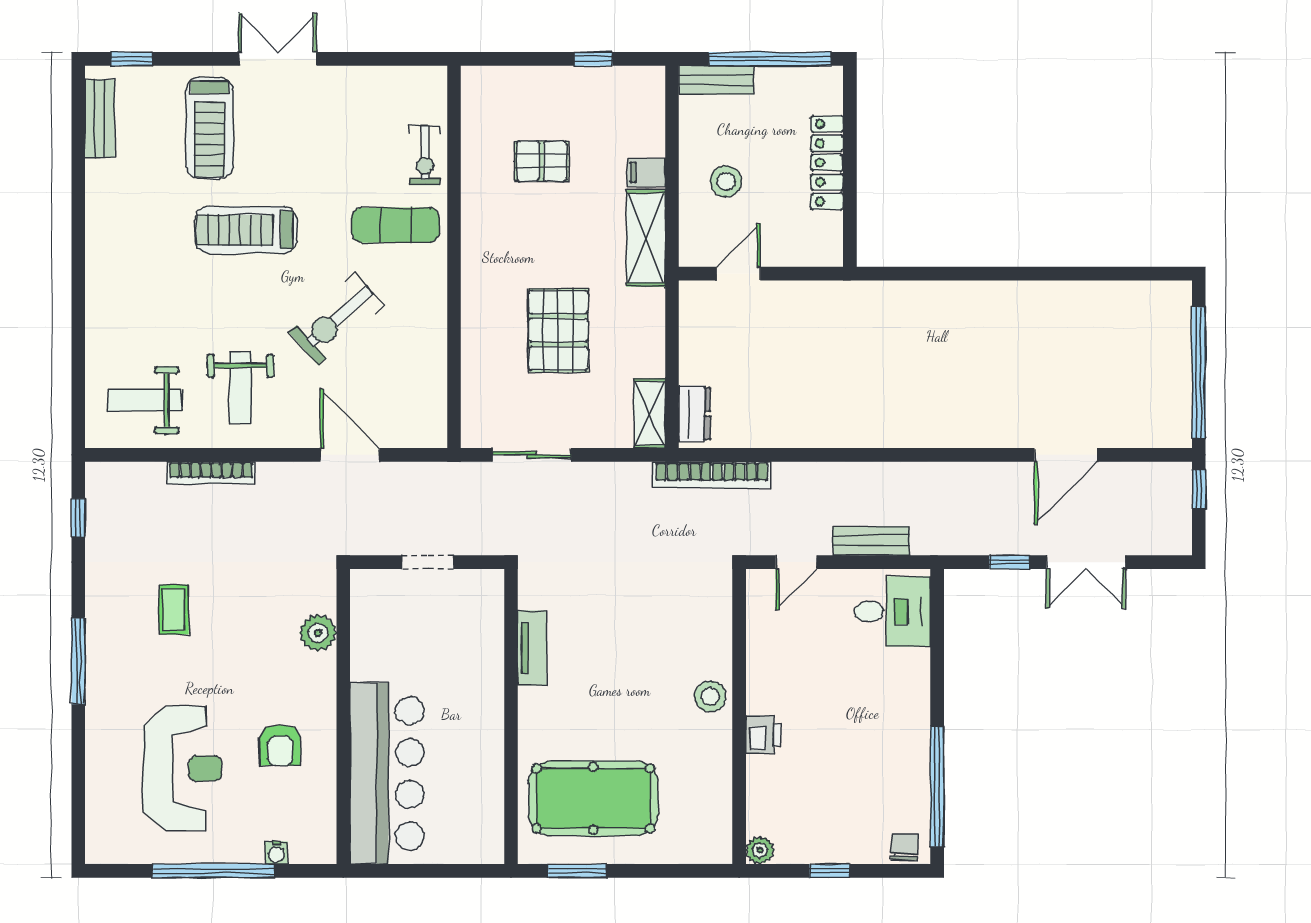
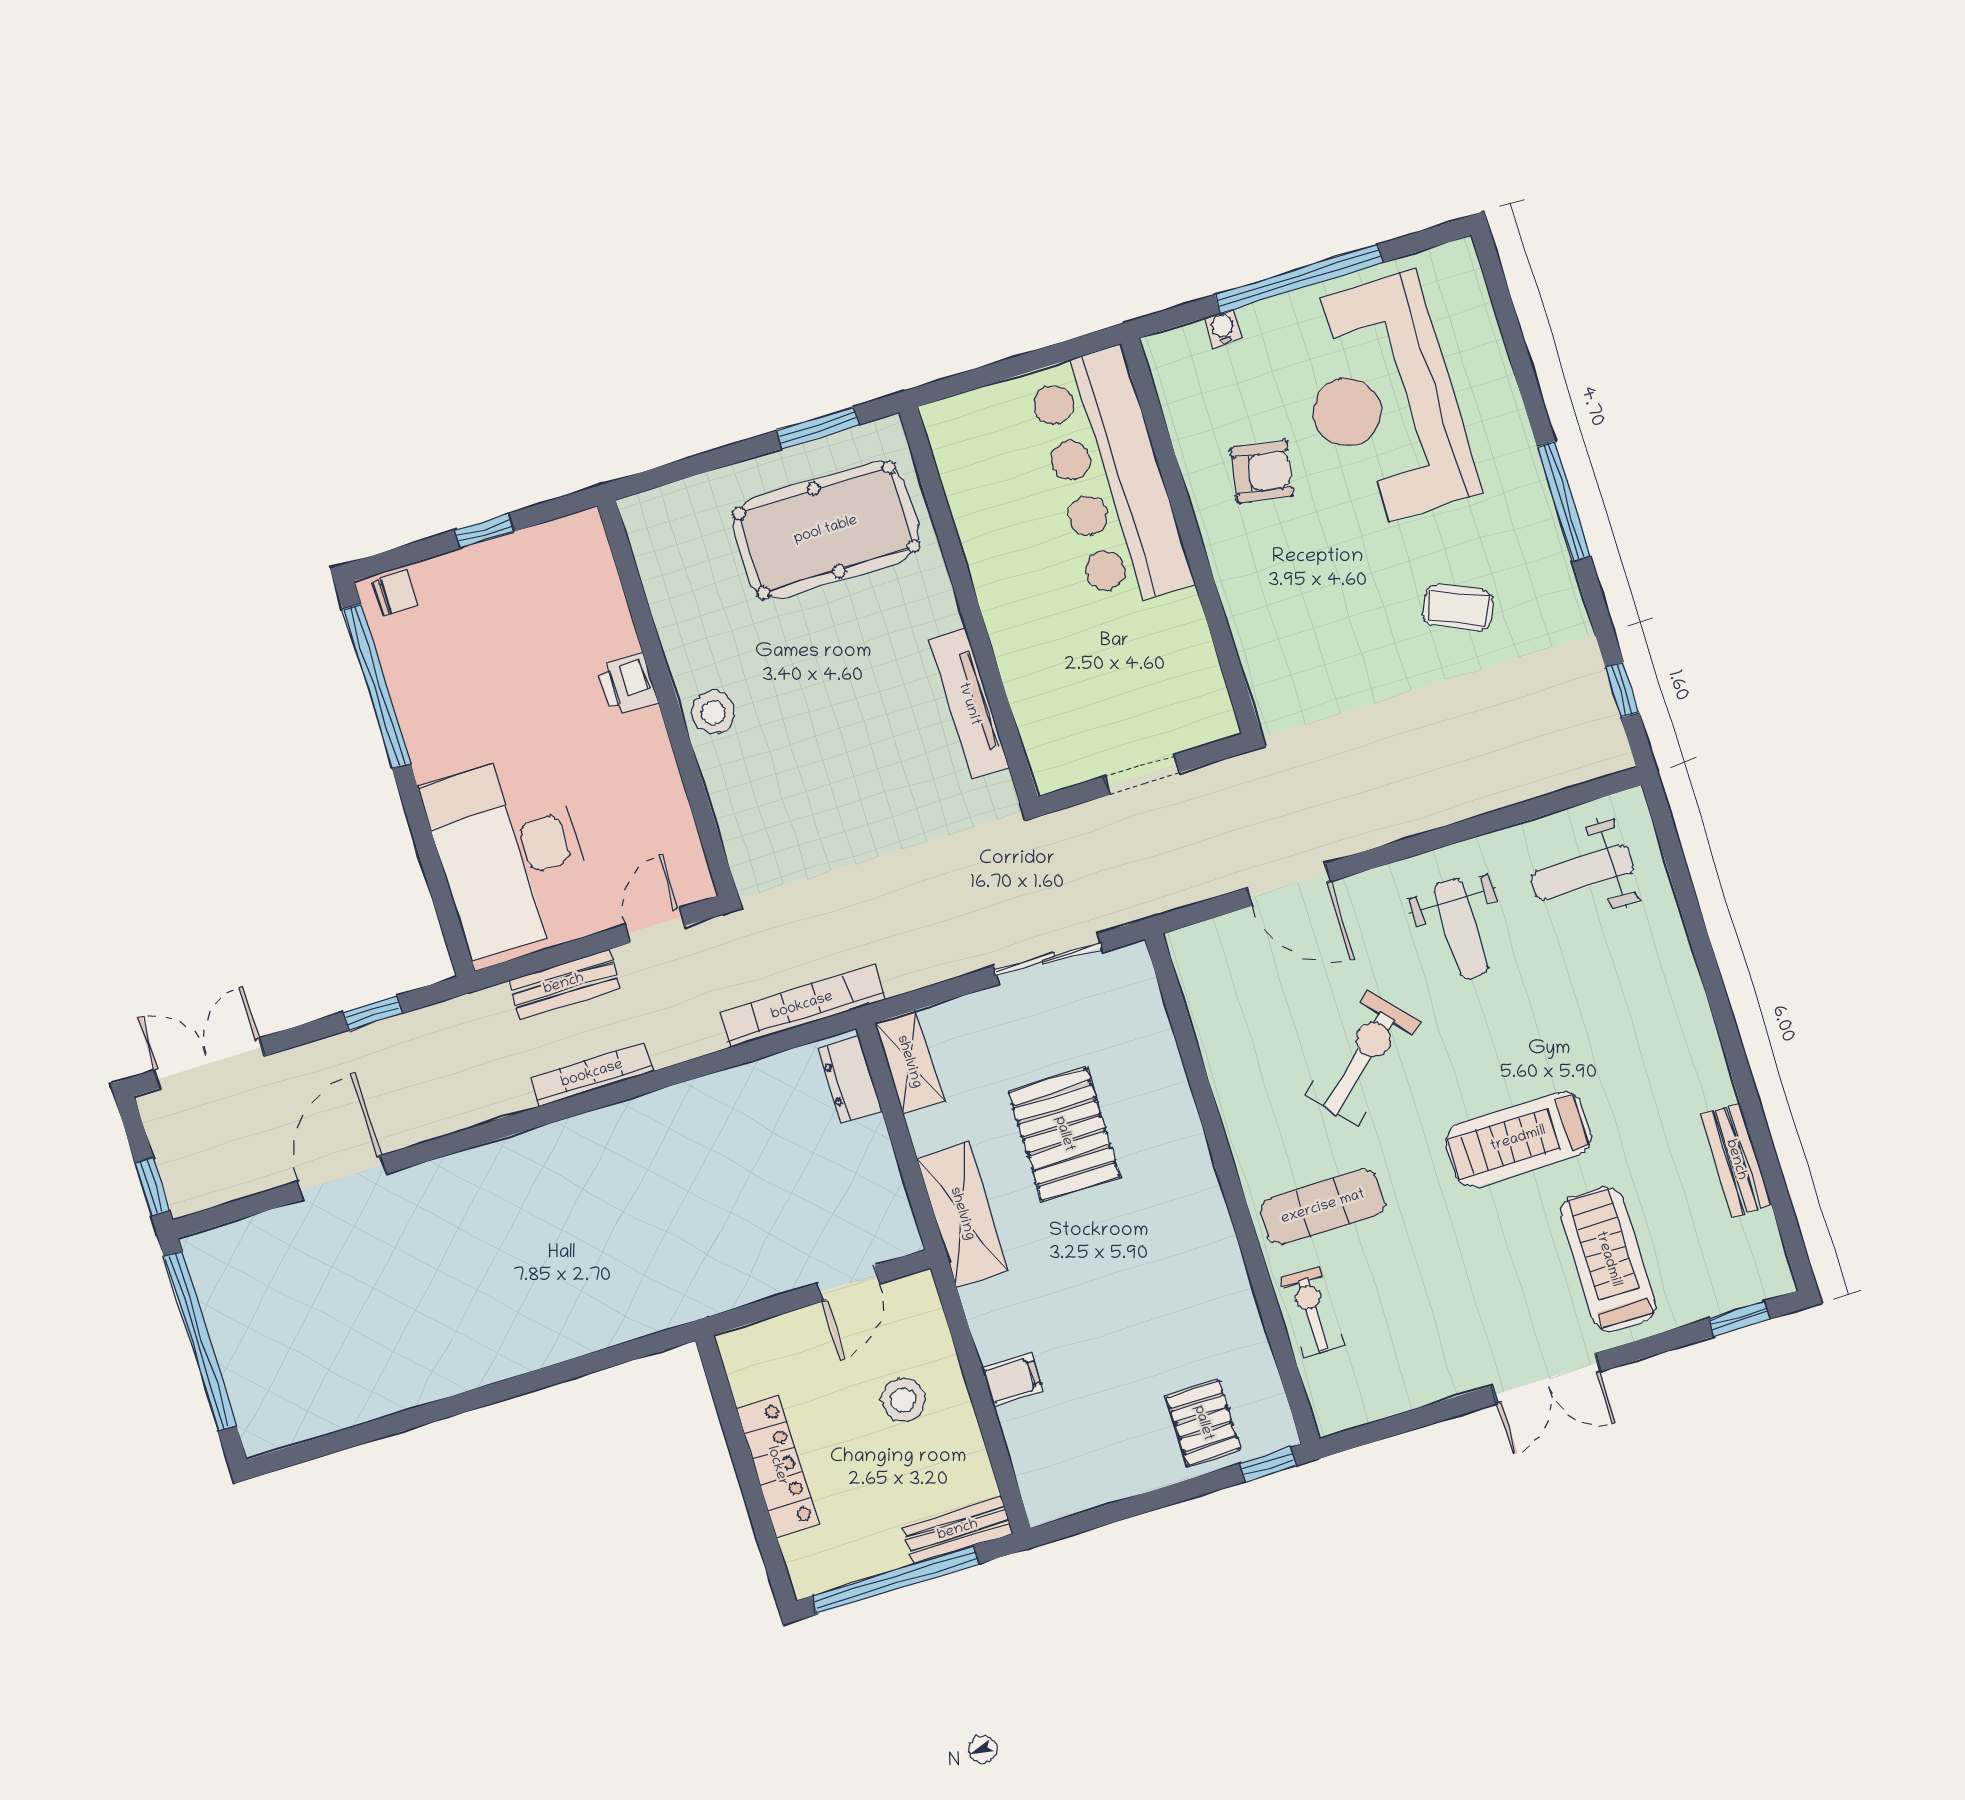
window: (594, 59) -> (1268, 1465), moved
bench: (100, 118) -> (1736, 1160), moved
pallet: (541, 161) -> (1203, 1423), moved, turned 90
treadmill: (246, 230) -> (1518, 1139), turned 180
shelving: (646, 238) -> (962, 1214), moved
weight bench: (240, 387) -> (1461, 929), turned 180
weight bench: (145, 400) -> (1583, 873), turned 180
bookcase: (211, 473) -> (592, 1074), moved
double door: (1086, 562) -> (209, 1063), moved
coffee table: (174, 610) -> (1458, 608), turned -66
desk: (892, 612) -> (510, 854), width x1.87, depth x1.30
plant: (318, 633) -> (1258, 636), removed
tv unit: (532, 648) -> (969, 704), width x1.41
armchair: (280, 745) -> (1262, 472), turned 100
reception desk: (182, 768) -> (1382, 401), width x1.36, depth x1.30
chair: (904, 847) -> (395, 593), turned -92
plant: (760, 850) -> (585, 530), removed

